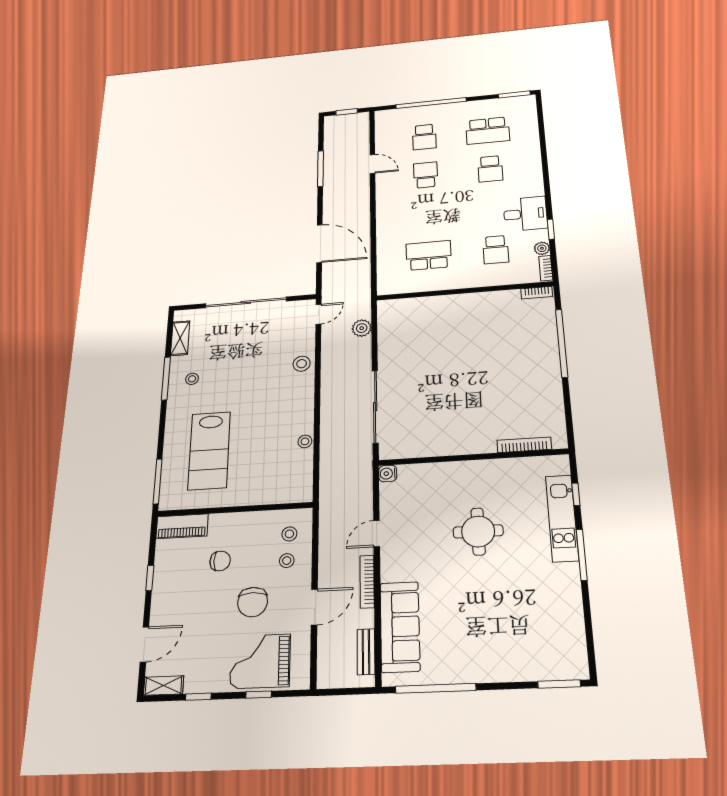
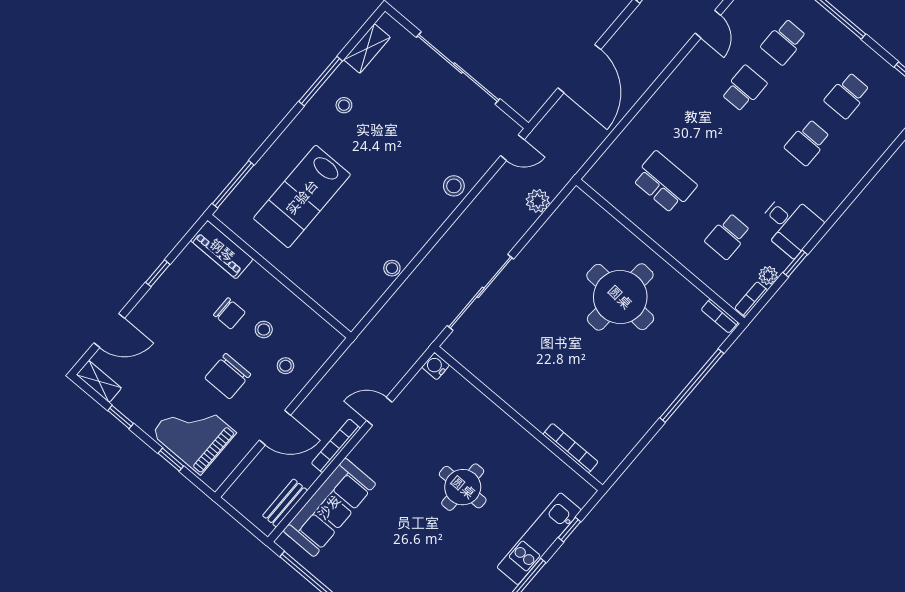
school desk: (488, 131) -> (847, 95), width x0.54
round table: (465, 335) -> (620, 297), added
stool: (289, 534) -> (264, 330), moved

